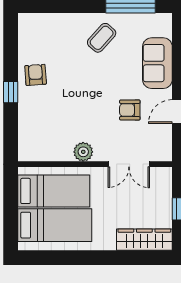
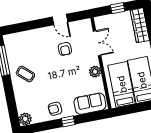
plant: (28, 23) -> (25, 119), added
sofa: (157, 63) -> (90, 104), moved, turned 180

